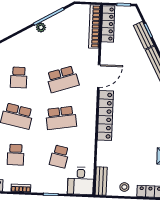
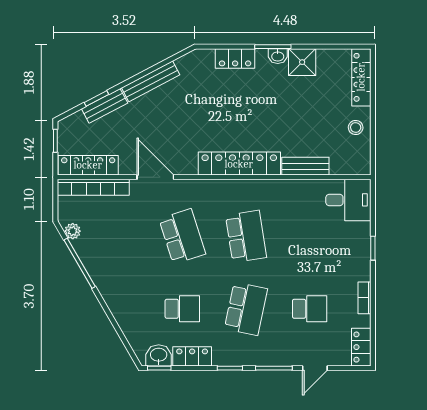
plant: (41, 27) -> (73, 231), moved
door: (99, 76) -> (155, 177), moved
school desk: (59, 156) -> (310, 236), removed
bench: (101, 181) -> (305, 166), moved

